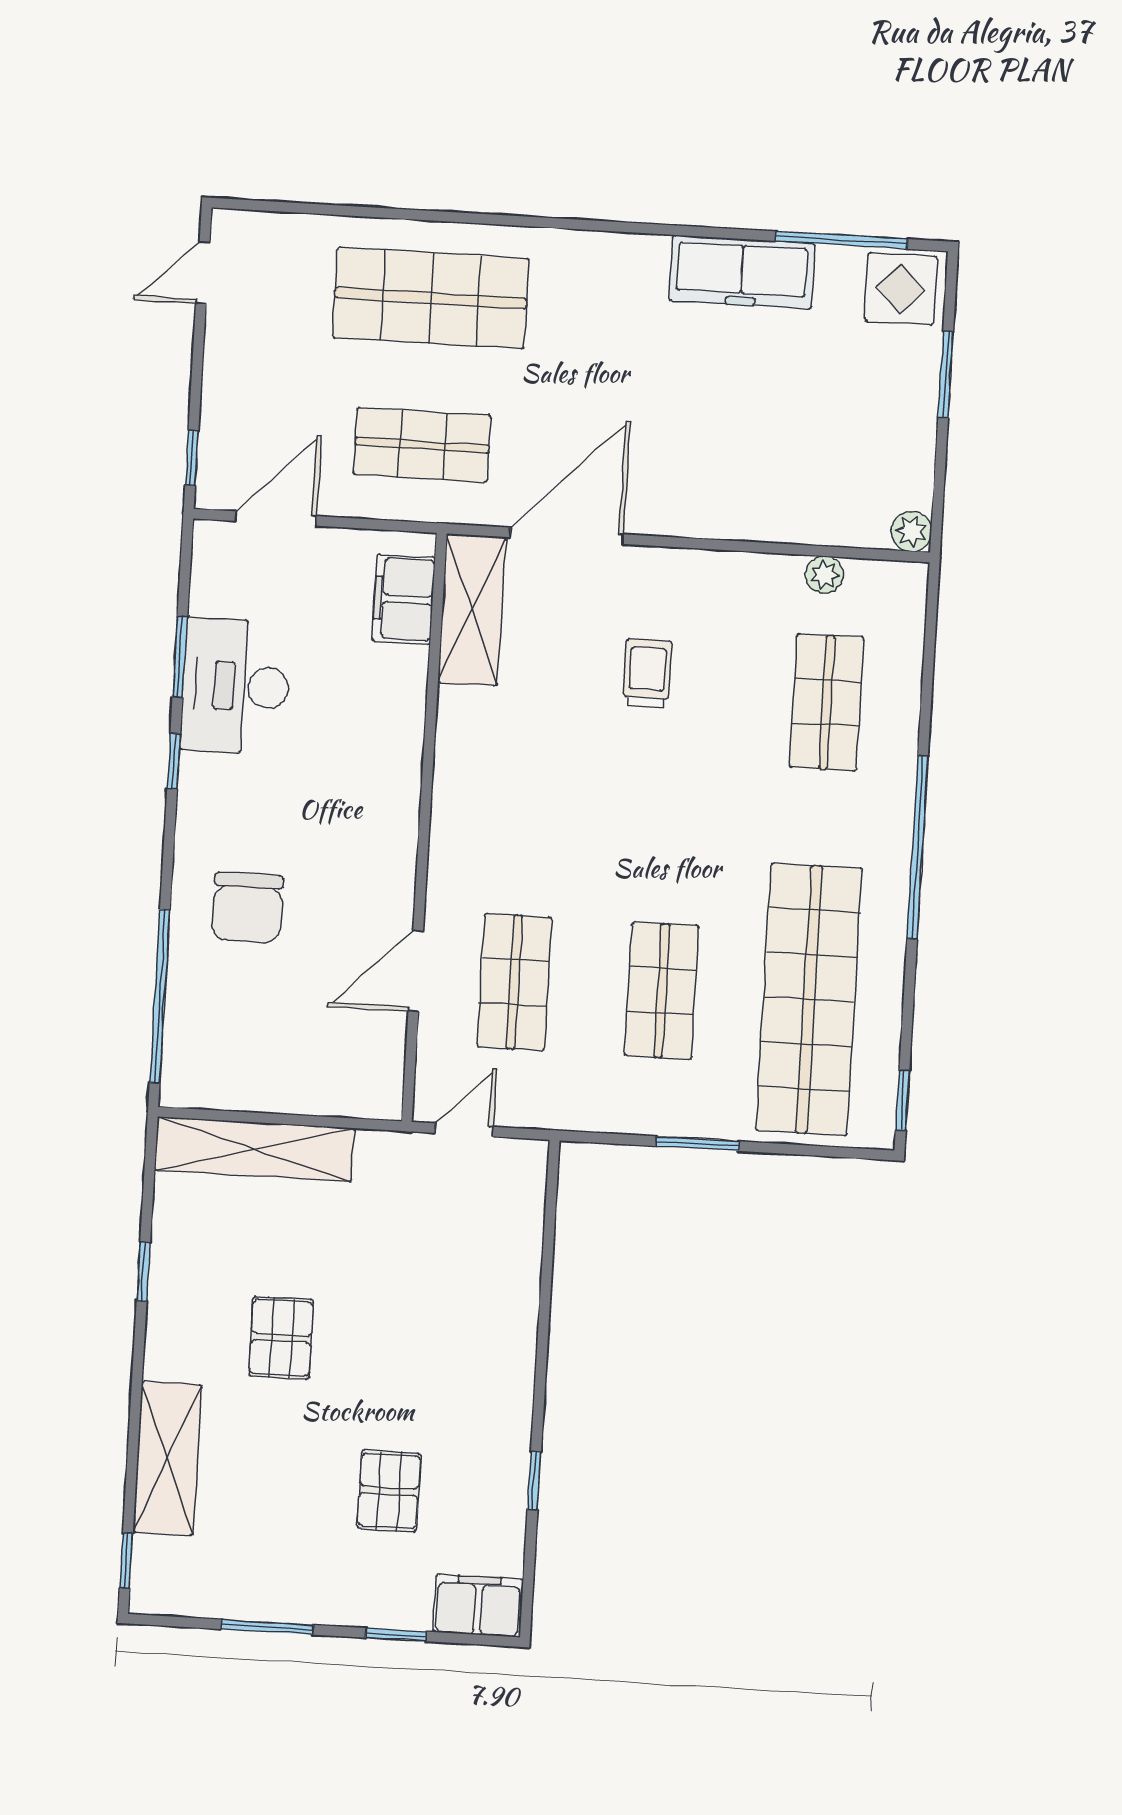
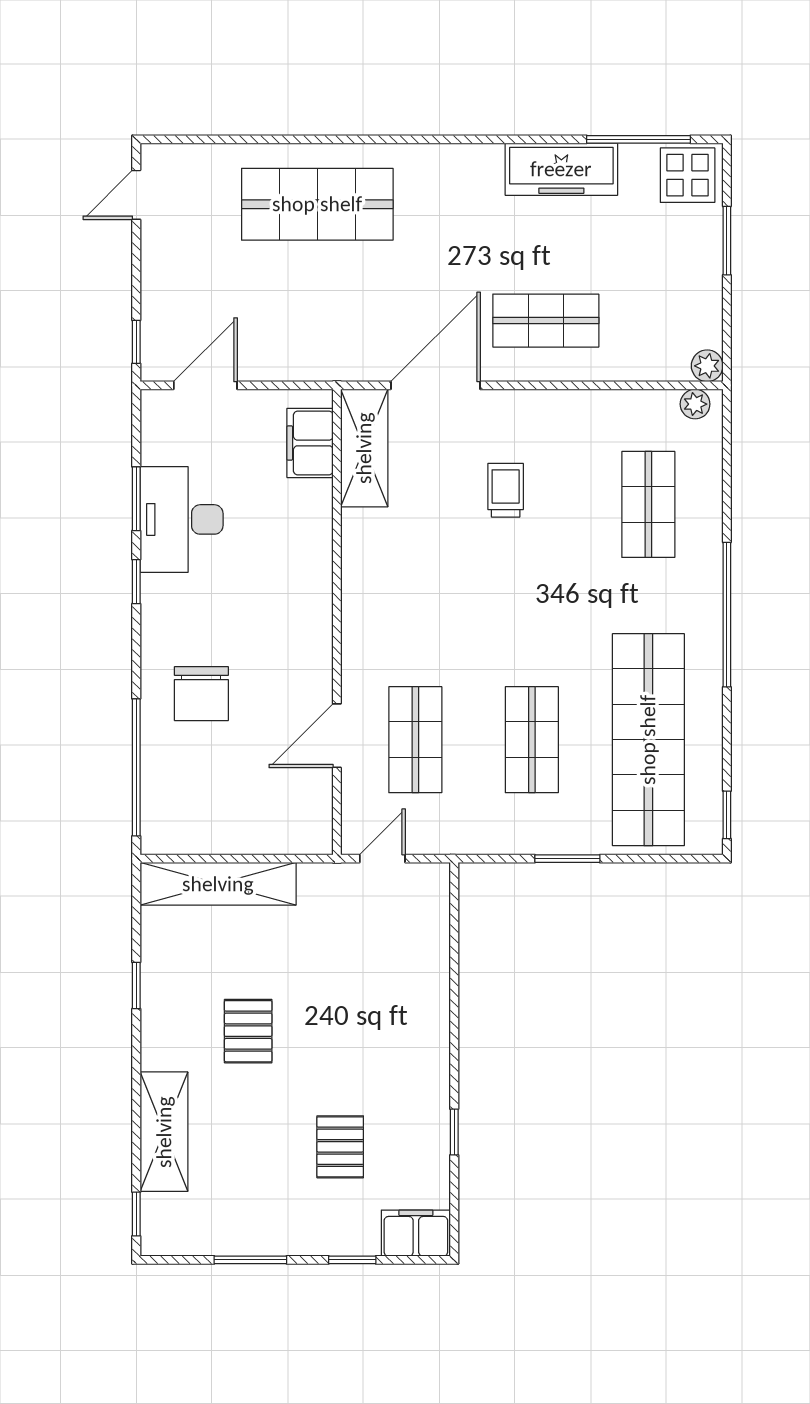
shop shelf: (422, 445) -> (546, 321), moved
plant: (824, 575) -> (695, 404), moved

